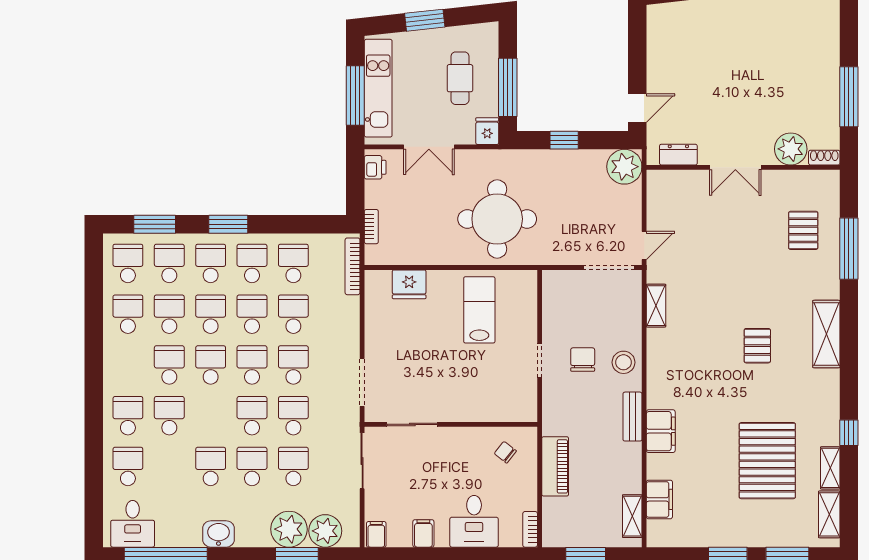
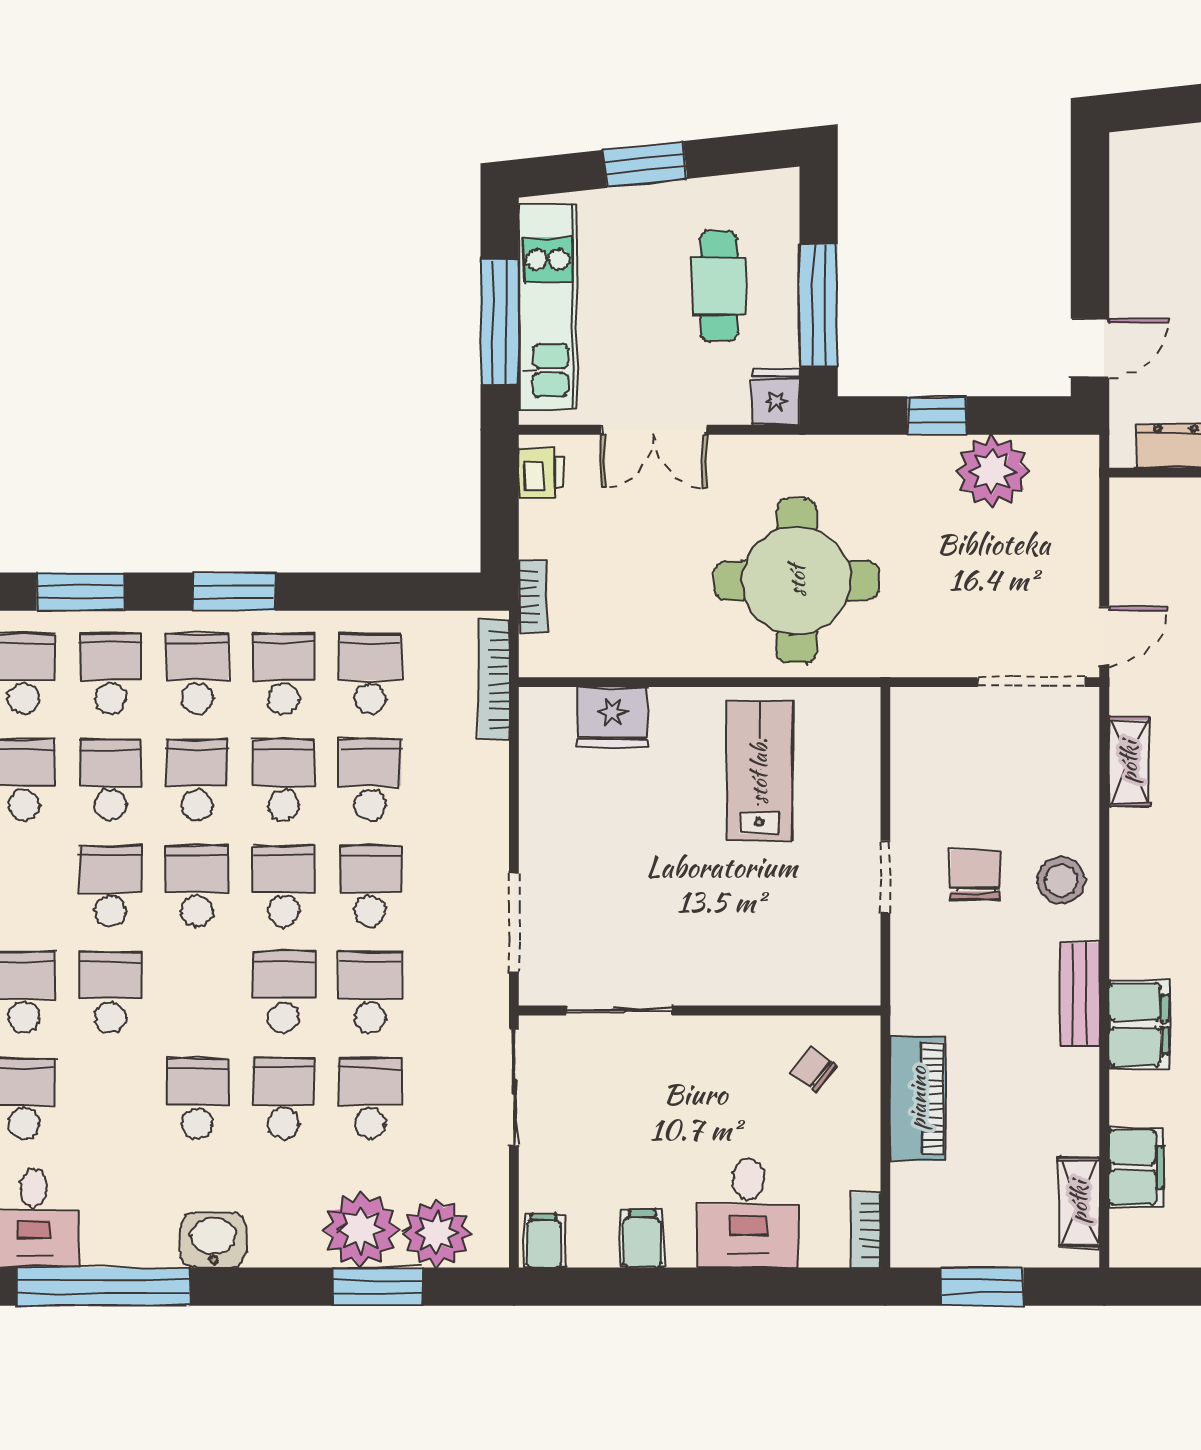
plant: (624, 167) -> (992, 471), moved

